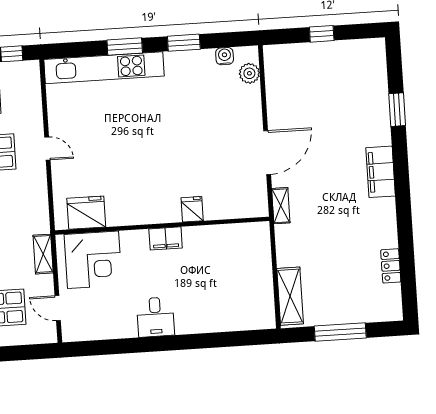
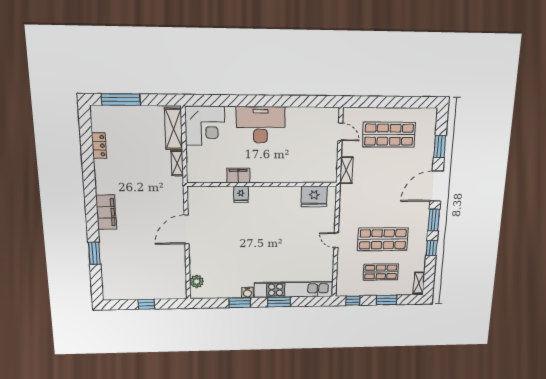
water cooler: (225, 56) -> (247, 293), moved
shelving: (281, 206) -> (177, 163), moved
filing cabinet: (166, 238) -> (238, 176), moved
corner desk: (93, 260) -> (205, 126), moved, turned 180
desk: (155, 317) -> (261, 125), width x1.87, depth x1.30
window: (340, 332) -> (121, 100), moved

